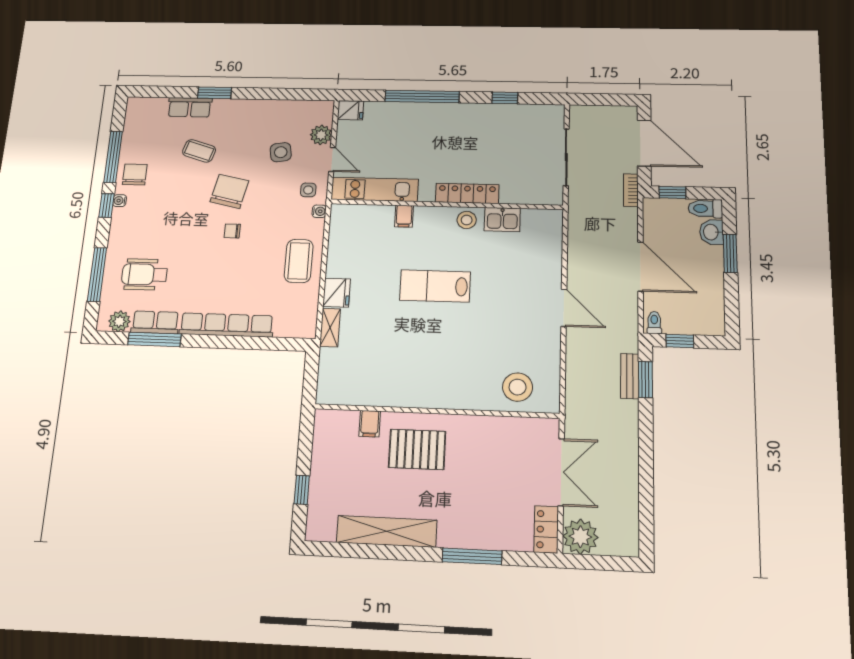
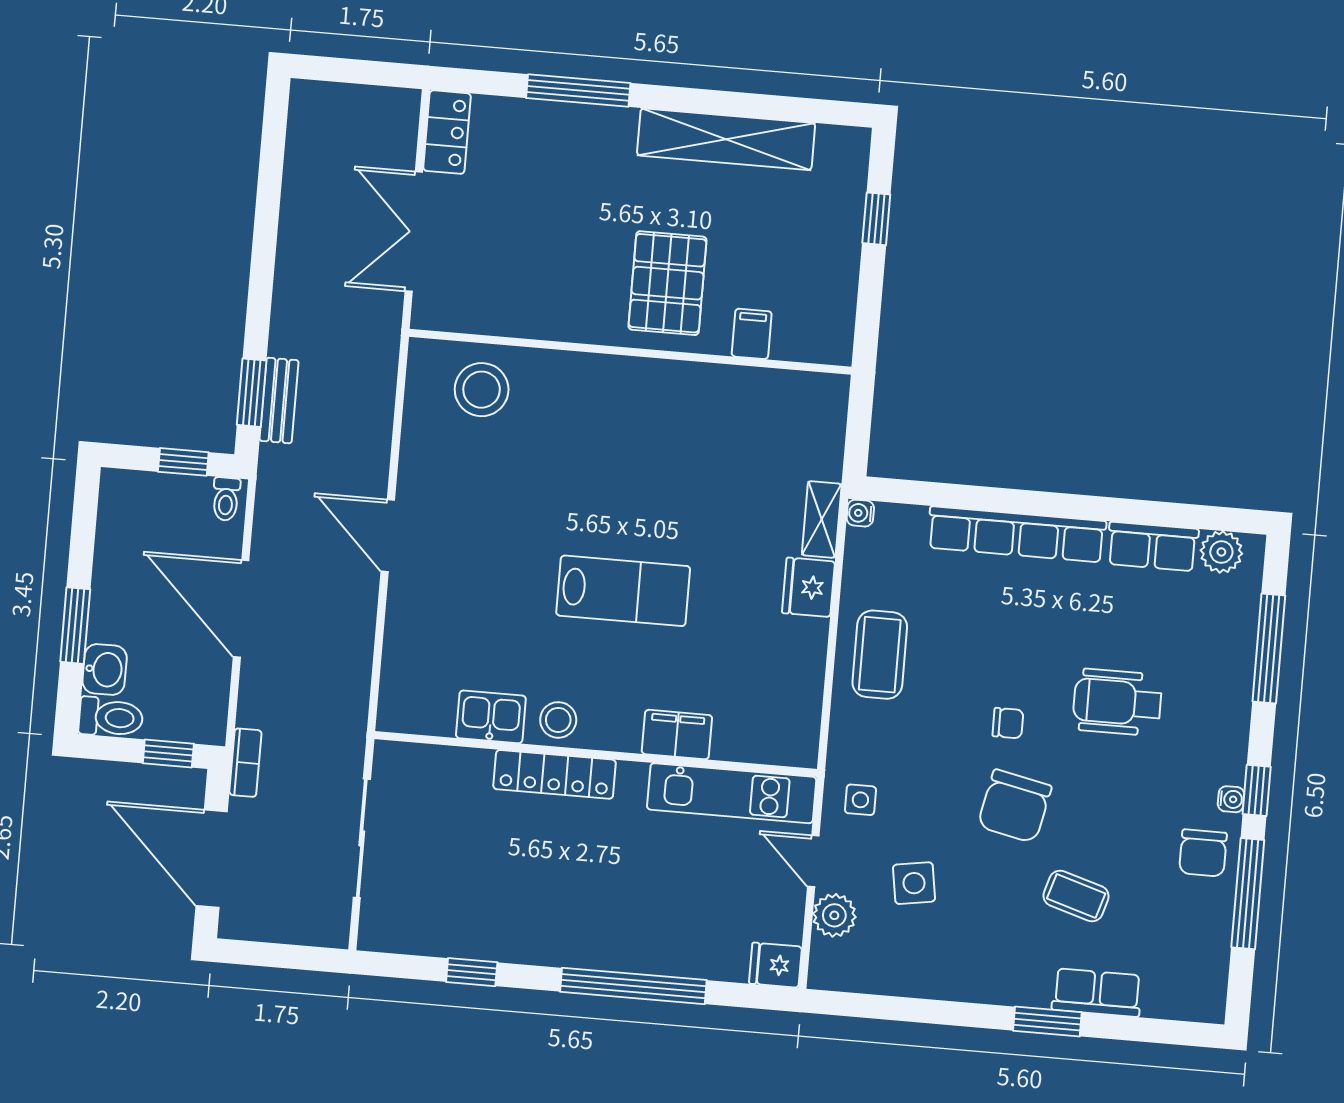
water cooler: (319, 211) -> (860, 513), moved
filing cabinet: (404, 216) -> (677, 735), width x2.00
wheelchair: (144, 274) -> (1117, 702), moved, turned 180
window: (154, 339) -> (1153, 513), removed
pallet: (417, 449) -> (667, 283), turned 90
plant: (580, 537) -> (389, 117), removed

